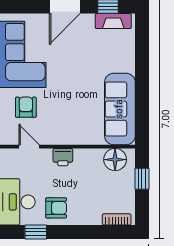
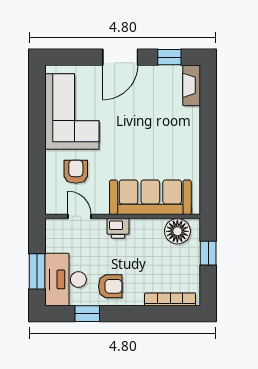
fireplace: (113, 21) -> (192, 85), moved, turned 90
sofa: (120, 109) -> (150, 197), moved, turned 90
bookcase: (117, 219) -> (170, 299), width x1.56

